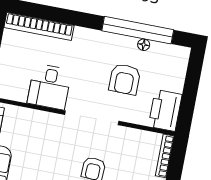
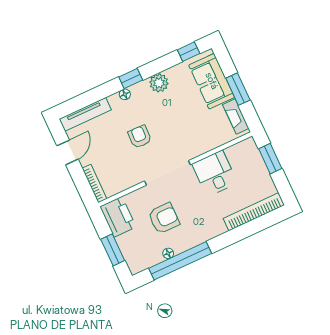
armchair: (125, 79) -> (164, 218), turned 90
window: (192, 84) -> (113, 250), added

